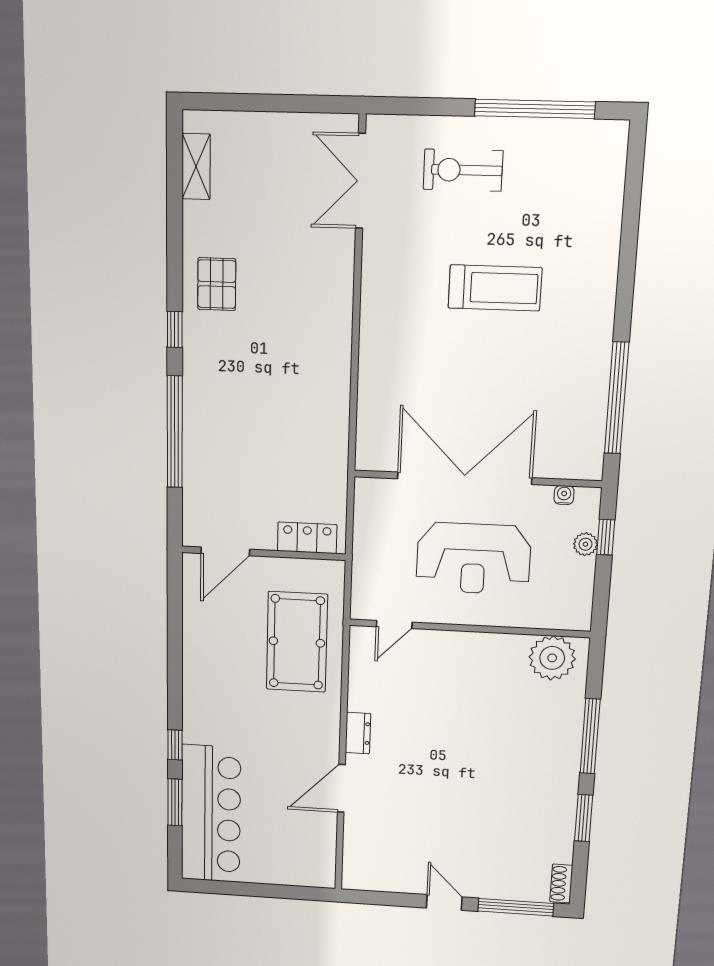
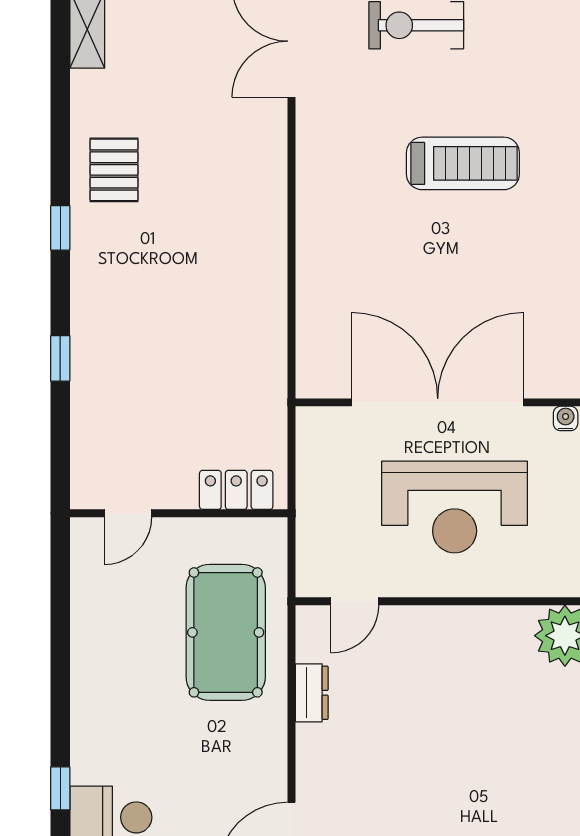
window: (175, 432) -> (60, 358), width x0.32
door: (225, 551) -> (128, 513), width x0.73
dresser: (358, 733) -> (312, 693), moved

